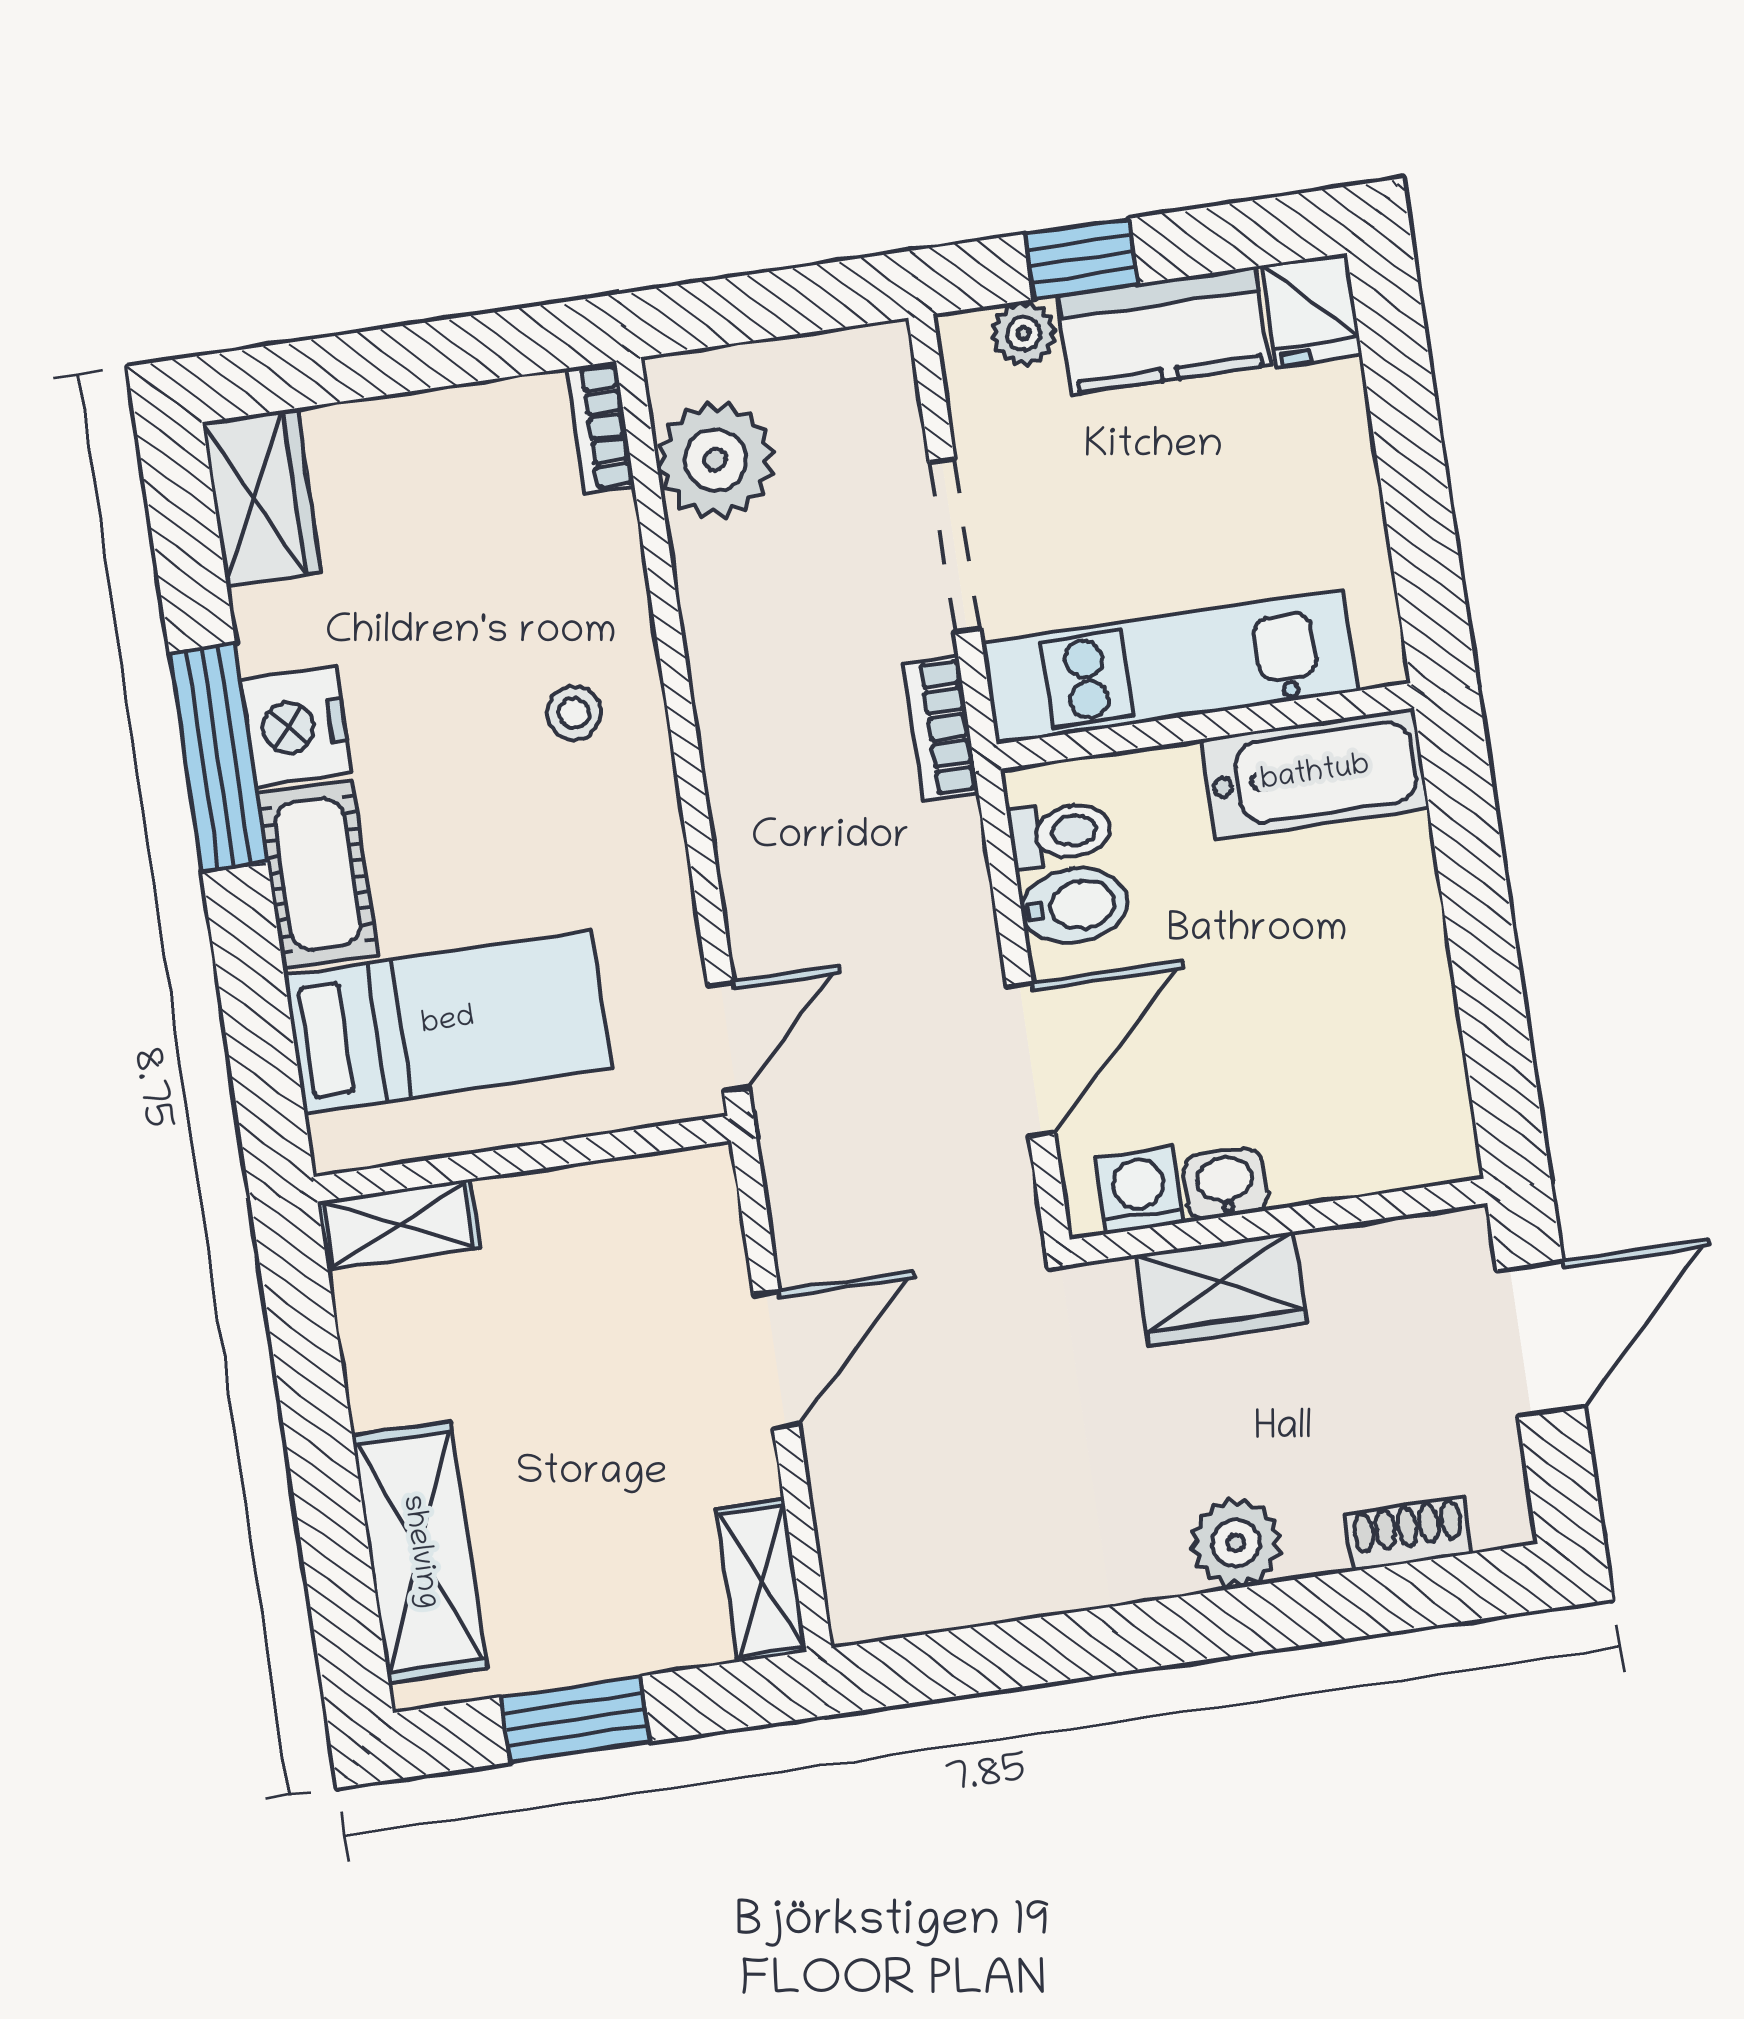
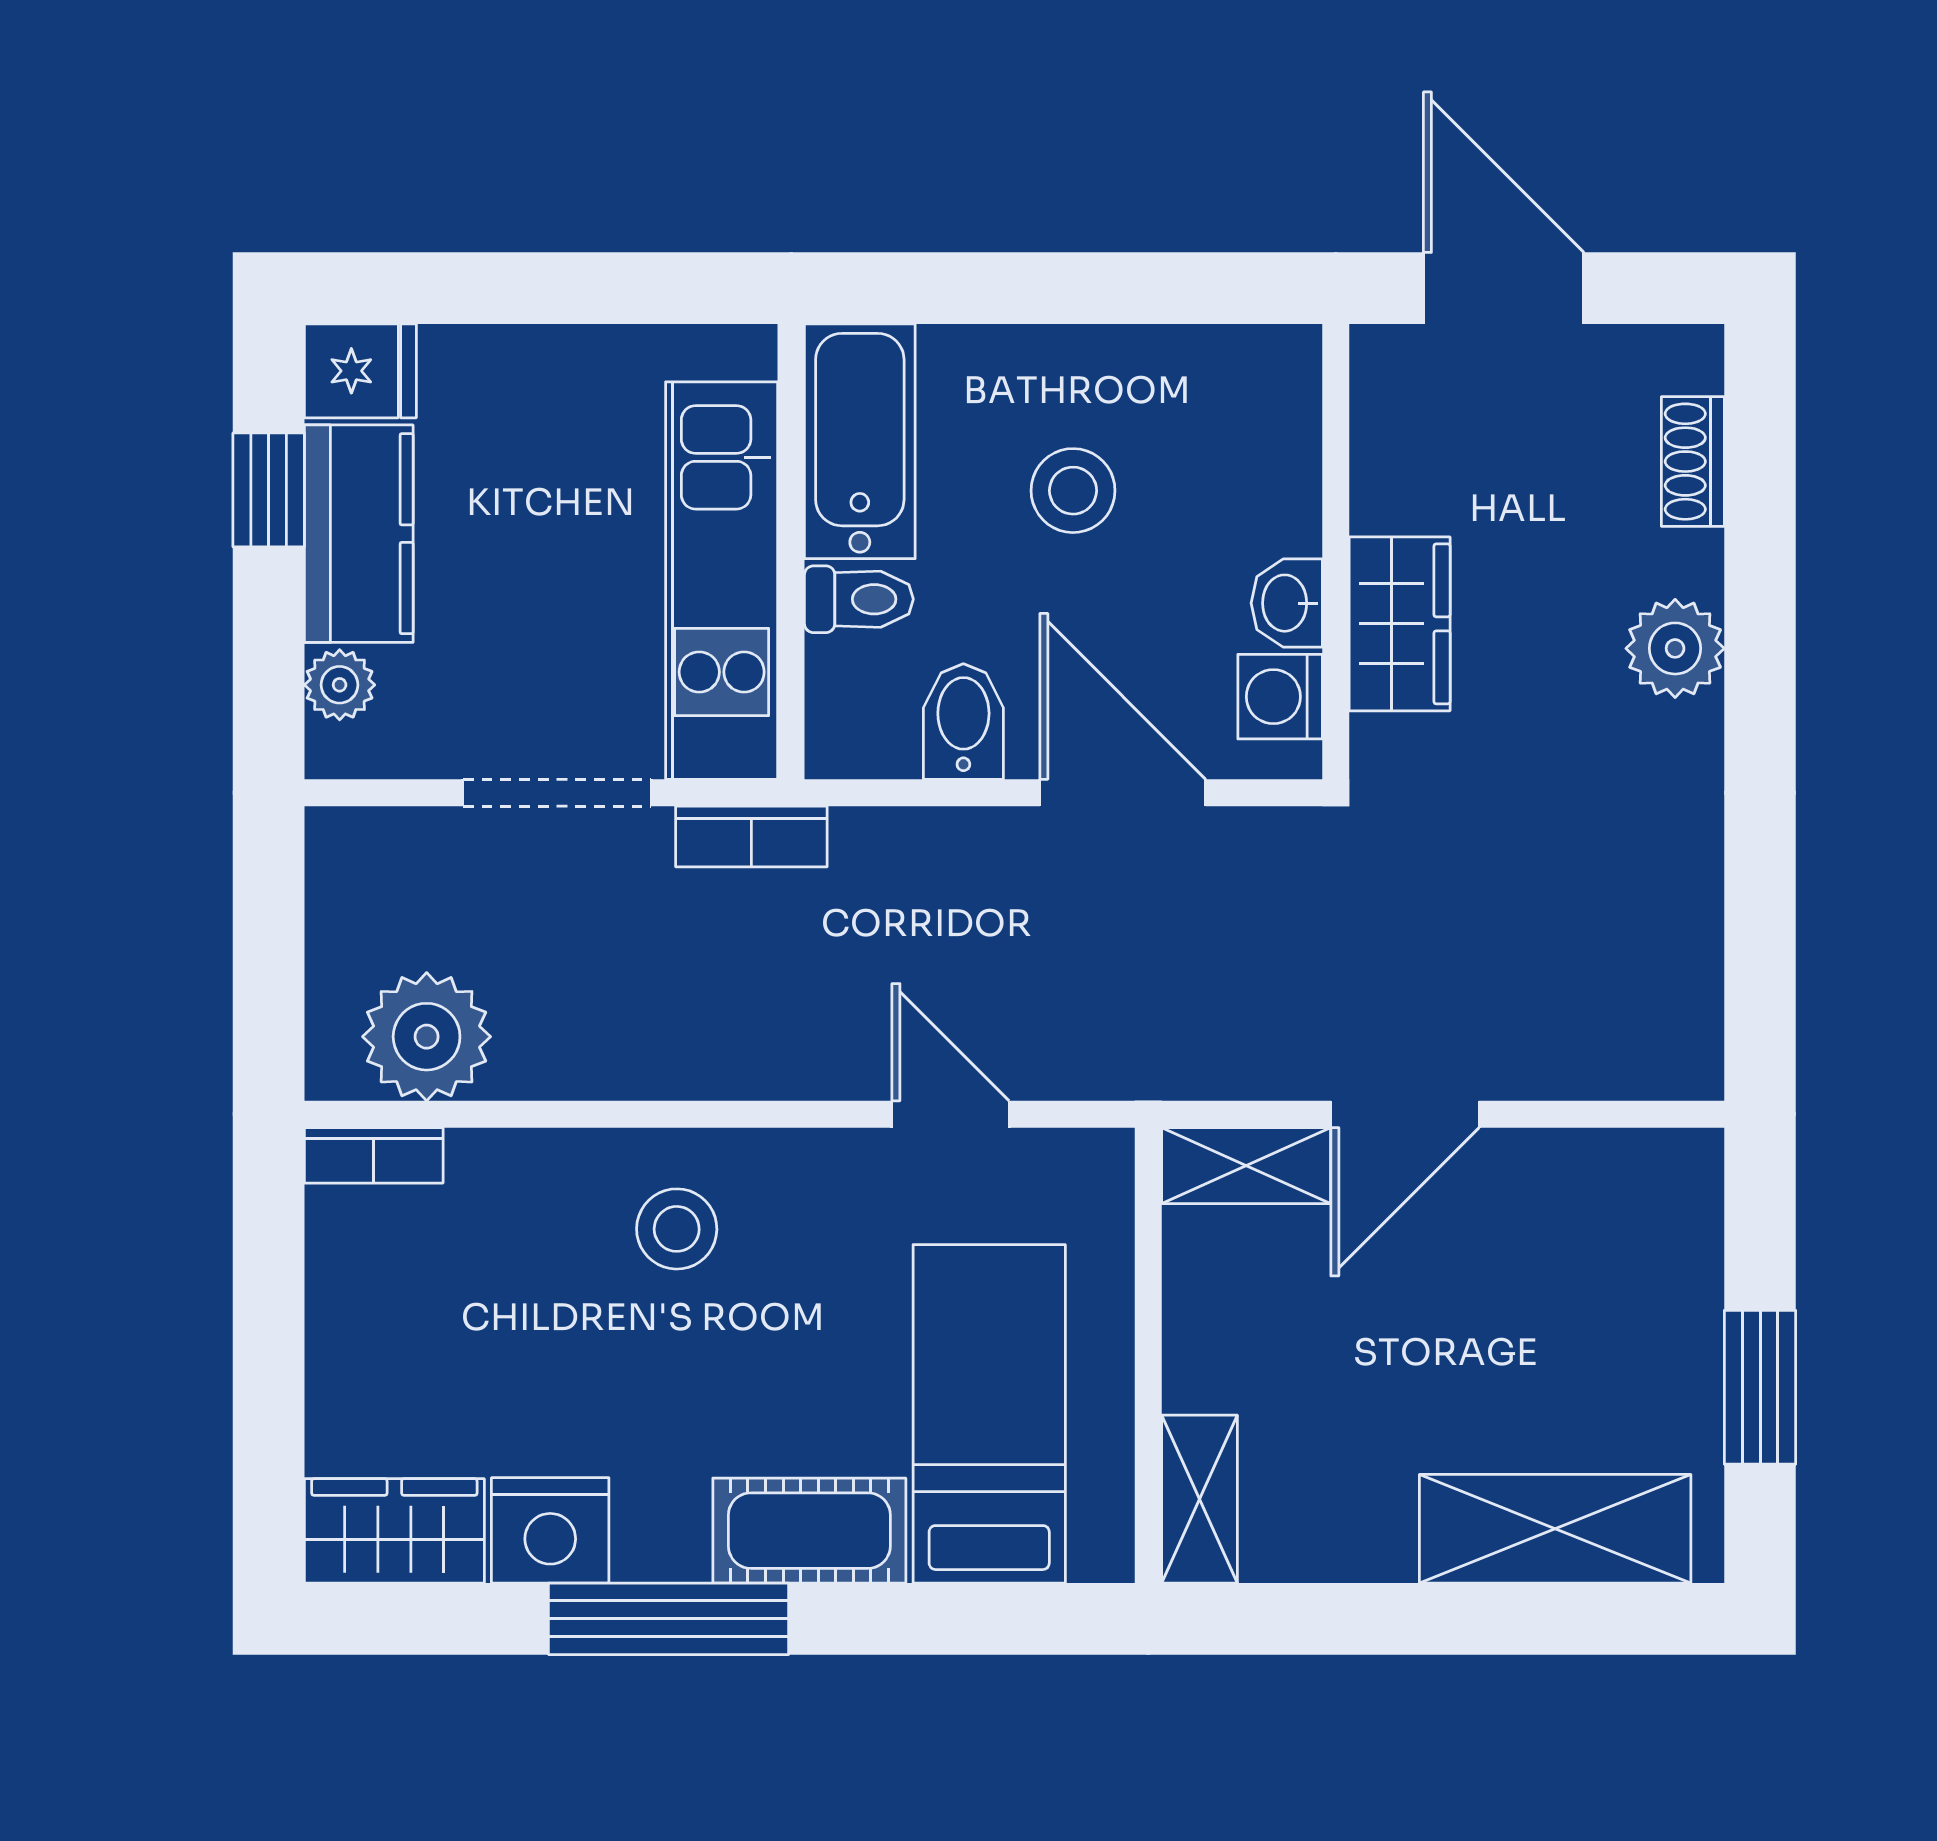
window: (1081, 259) -> (269, 490), moved
stool: (574, 713) -> (677, 1229), width x1.37, depth x1.37
nightstand: (296, 726) -> (550, 1530), moved
toilet: (1060, 833) -> (859, 599), moved, turned 90
stool: (1299, 974) -> (1073, 491), added
door: (728, 1037) -> (951, 1114), moved
door: (776, 1360) -> (1405, 1114), swing flipped
shelving: (761, 1580) -> (1246, 1166), moved

